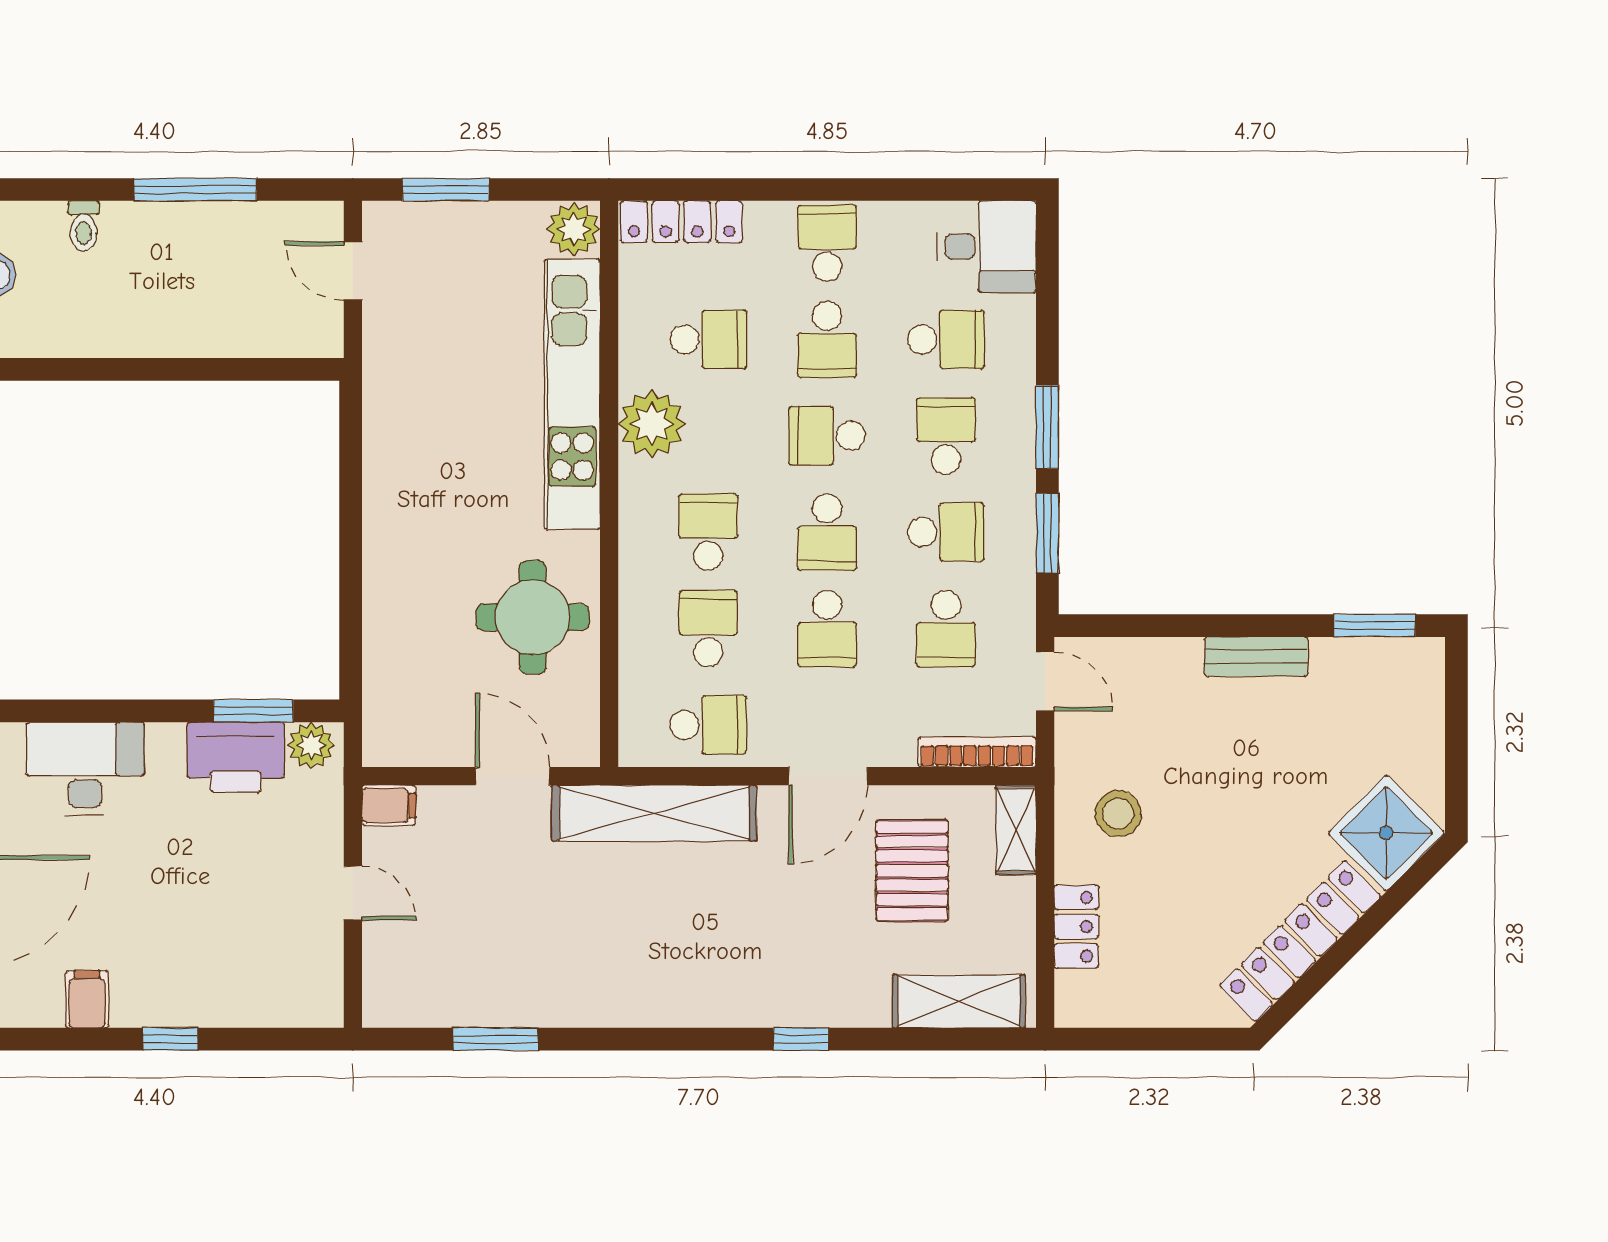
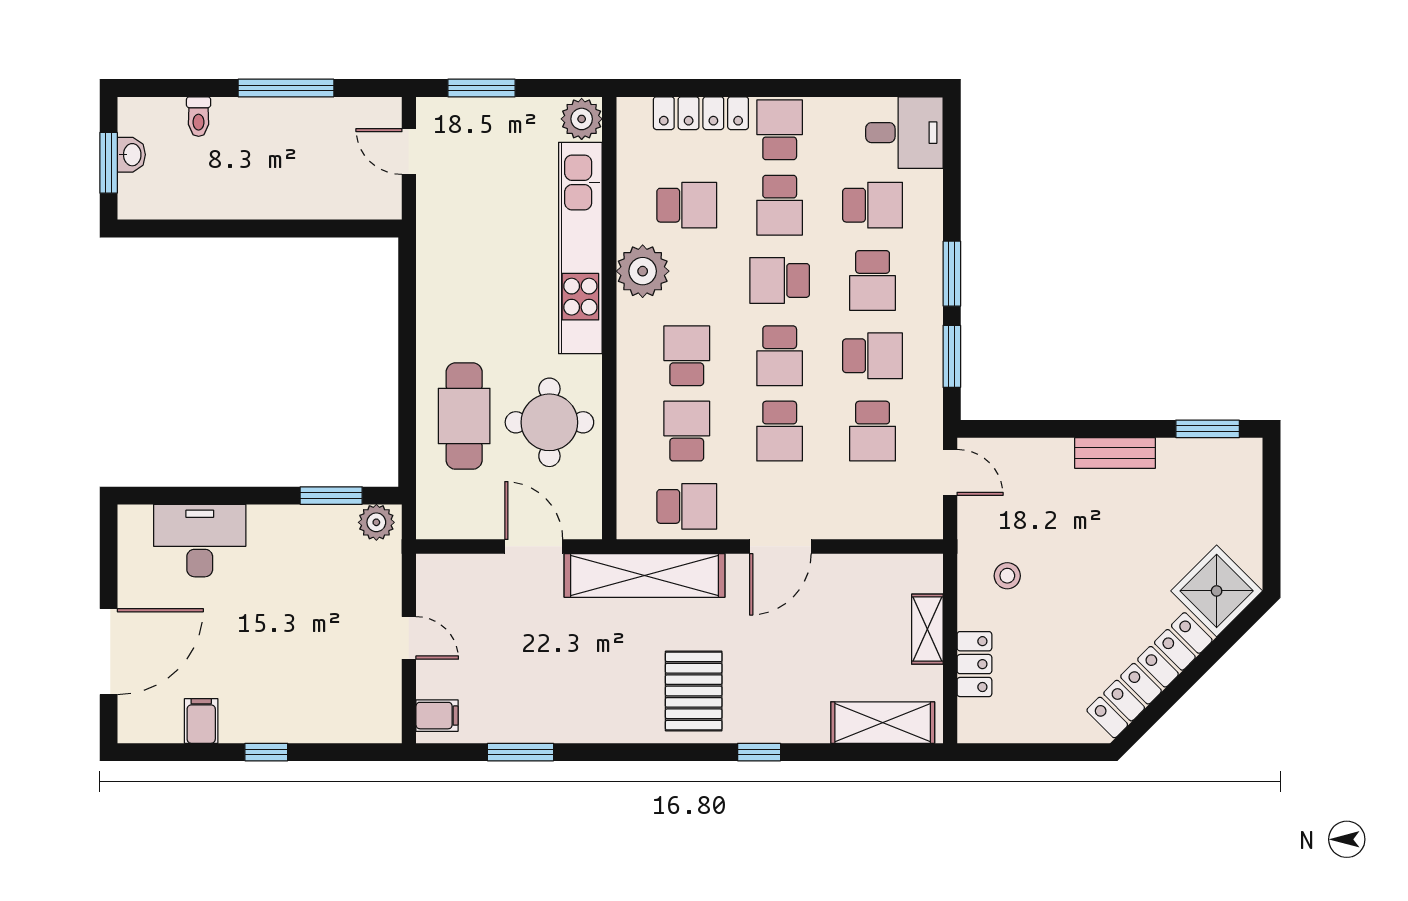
locker: (681, 222) -> (701, 113), moved
school desk: (946, 436) -> (873, 280), turned 180
cafe table: (423, 609) -> (464, 416), added
bookcase: (977, 752) -> (897, 528), removed
printer: (236, 757) -> (317, 532), removed
filing cabinet: (389, 805) -> (437, 716), moved
stool: (1118, 814) -> (1007, 576), width x0.73, depth x0.73
shelving: (1016, 830) -> (927, 629), moved
pallet: (912, 871) -> (694, 691), moved

